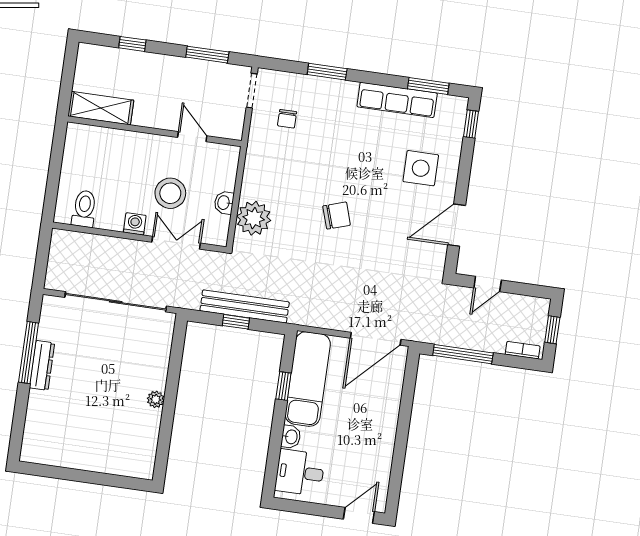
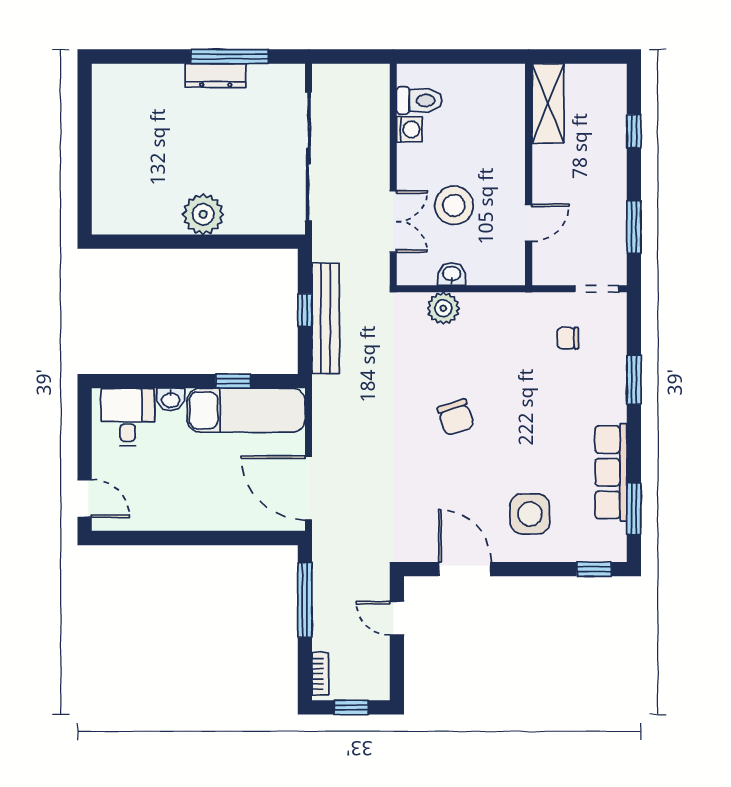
plant: (254, 218) -> (443, 308), width x0.73, depth x0.73
washing machine: (135, 224) -> (409, 129), moved
plant: (156, 399) -> (203, 214), width x1.88, depth x1.88

